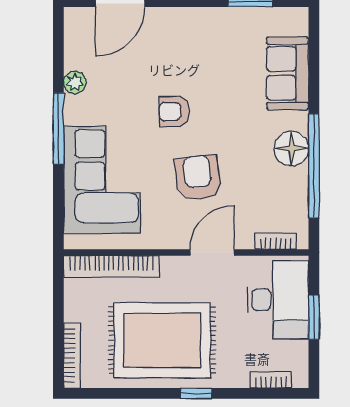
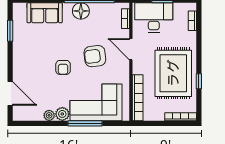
plant: (78, 110) -> (62, 114), added
window: (58, 128) -> (85, 123), moved
window: (196, 393) -> (199, 81), moved

